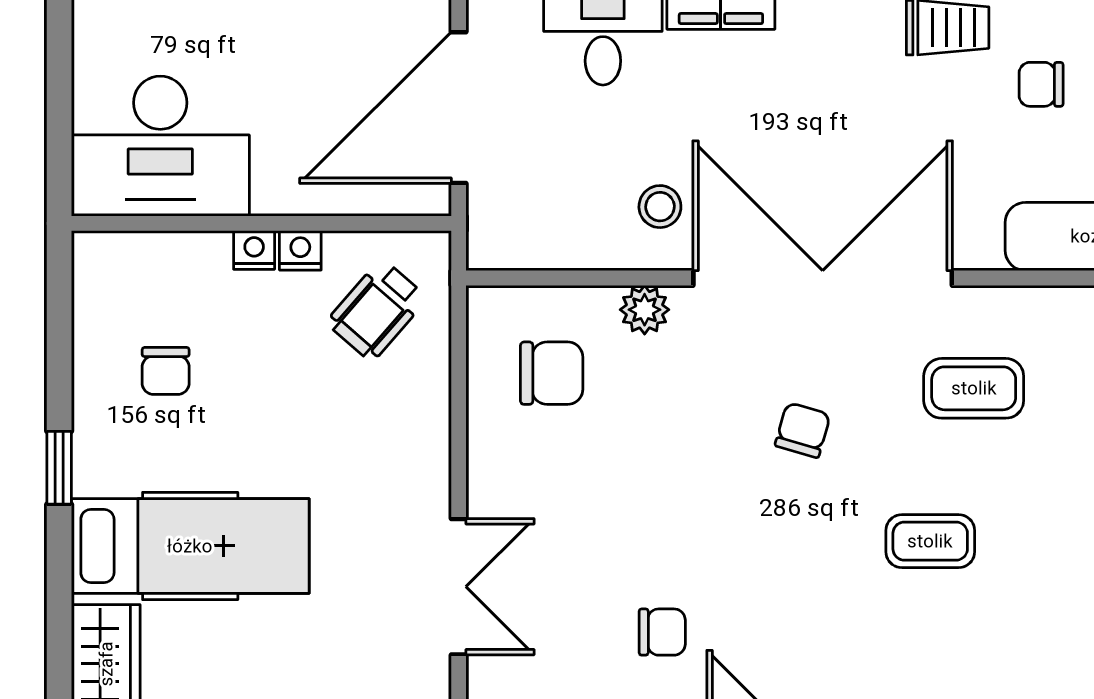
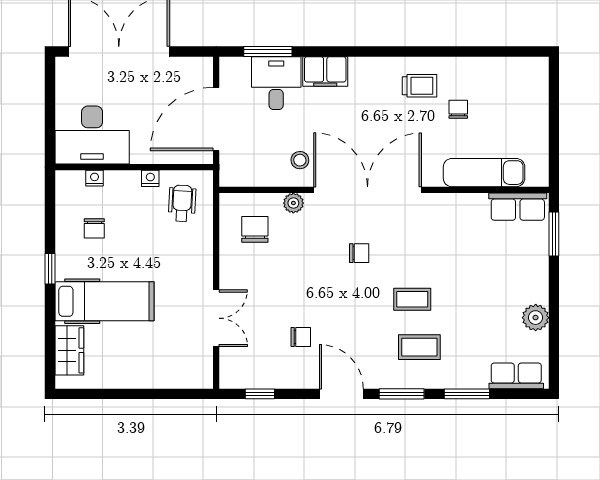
chair: (1041, 84) -> (458, 109), turned 90
nightstand: (254, 250) -> (95, 178), moved
wheelchair: (377, 310) -> (182, 203), turned 142
chair: (552, 373) -> (255, 229), turned -90
coffee table: (974, 388) -> (419, 347), moved
chair: (803, 430) -> (359, 253), turned 74

